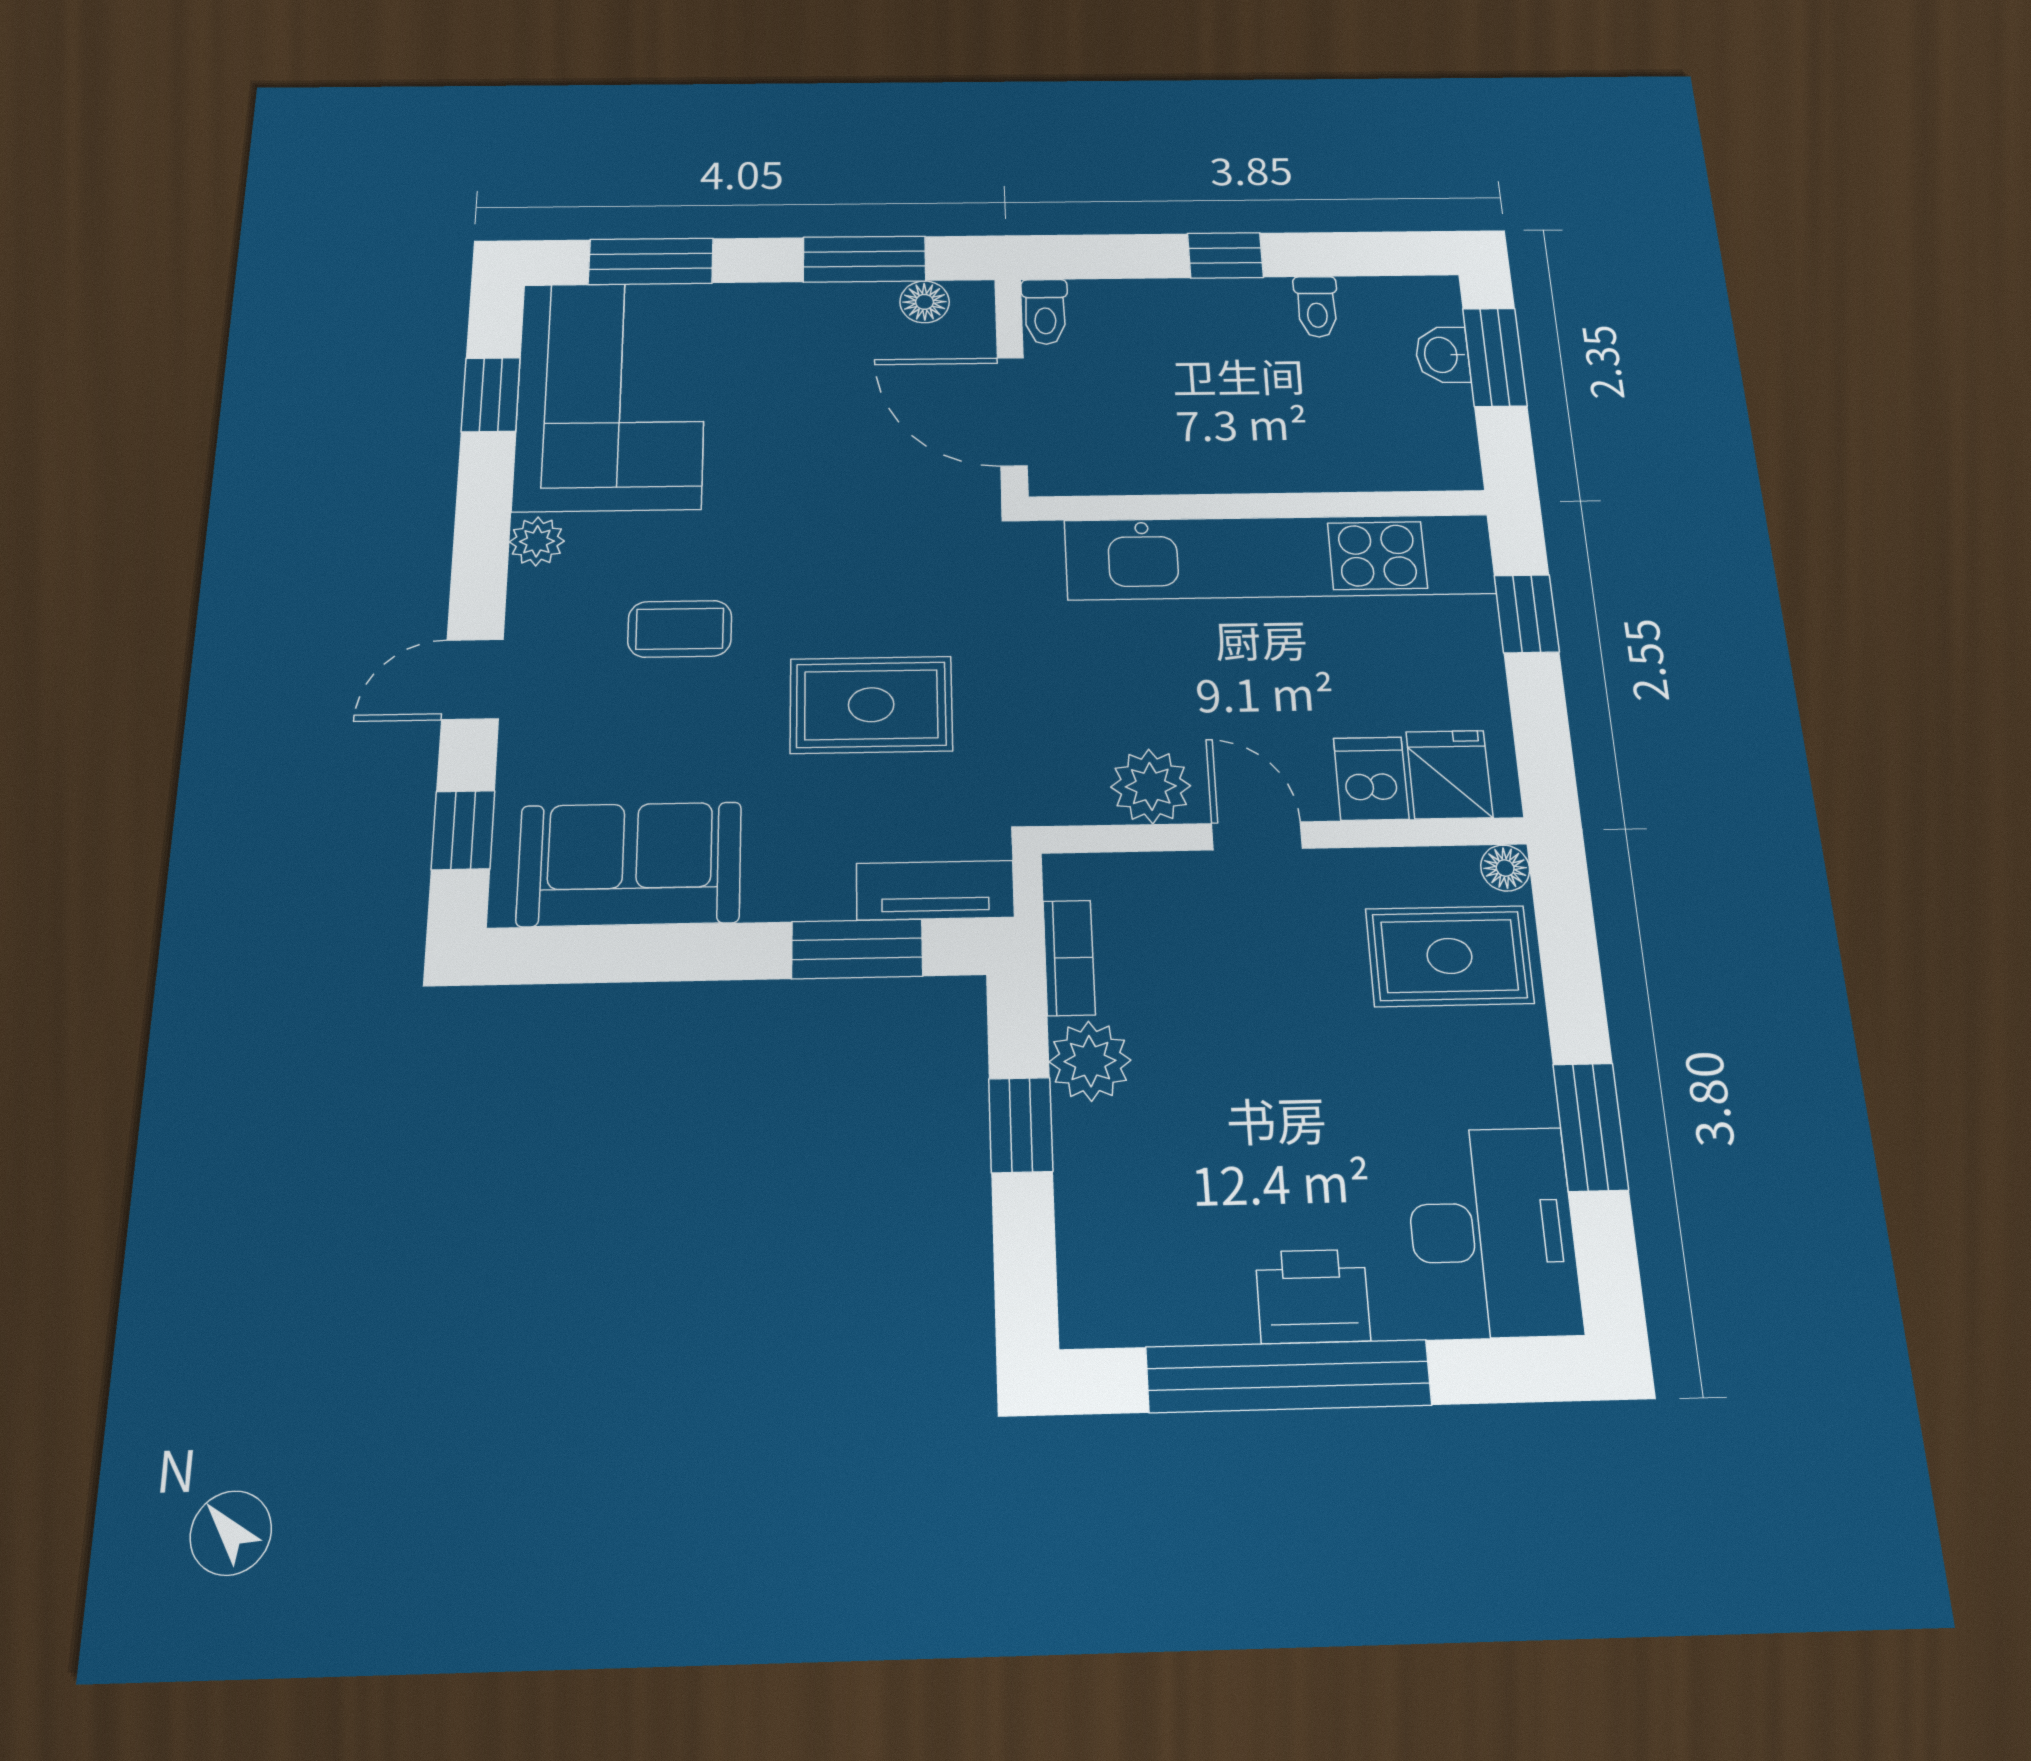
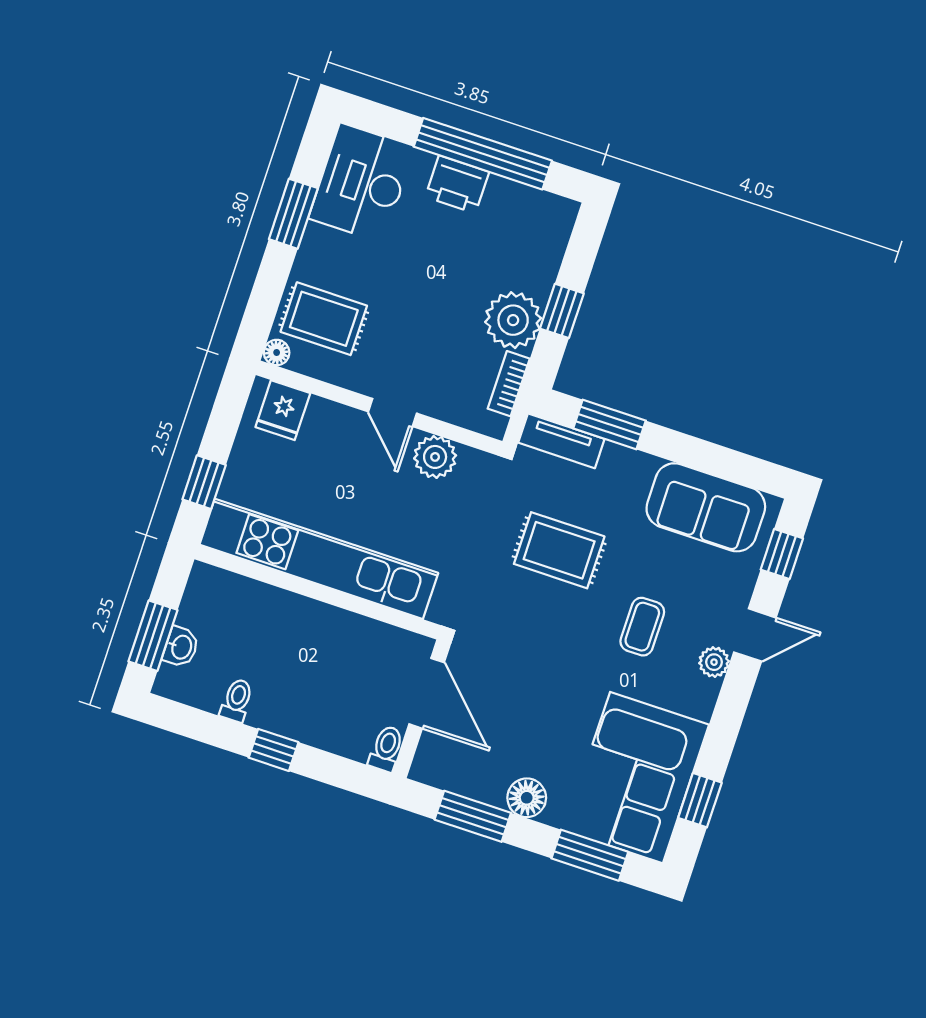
floor lamp: (925, 302) -> (527, 798), moved, width x1.37, depth x1.37
plant: (537, 541) -> (714, 662), moved
coffee table: (680, 629) -> (642, 627), turned 90
dishwasher: (1371, 779) -> (323, 422), removed
plant: (1090, 1061) -> (513, 320), width x1.36, depth x1.36

